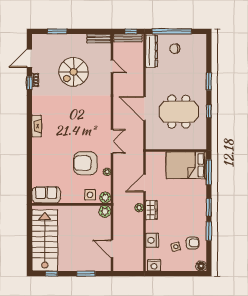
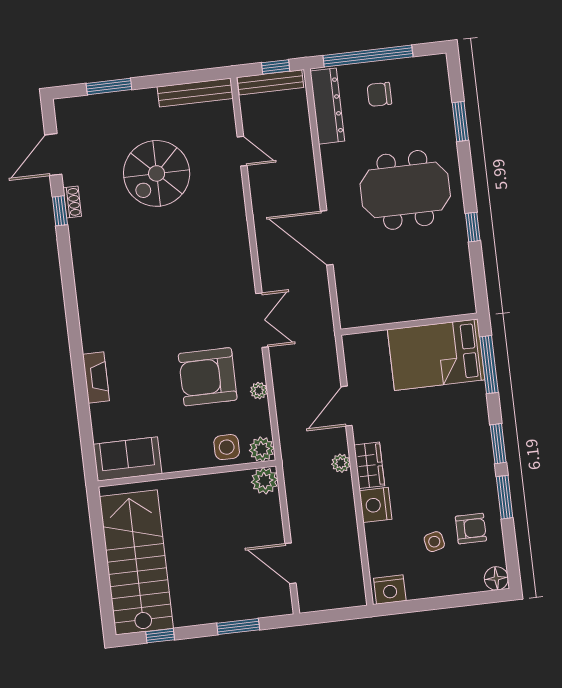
bench: (99, 38) -> (195, 93), width x1.36
window: (209, 81) -> (460, 121), moved
meeting table: (179, 112) -> (405, 190), moved
fireplace: (37, 126) -> (96, 378), moved
nightstand: (152, 240) -> (376, 505), moved

